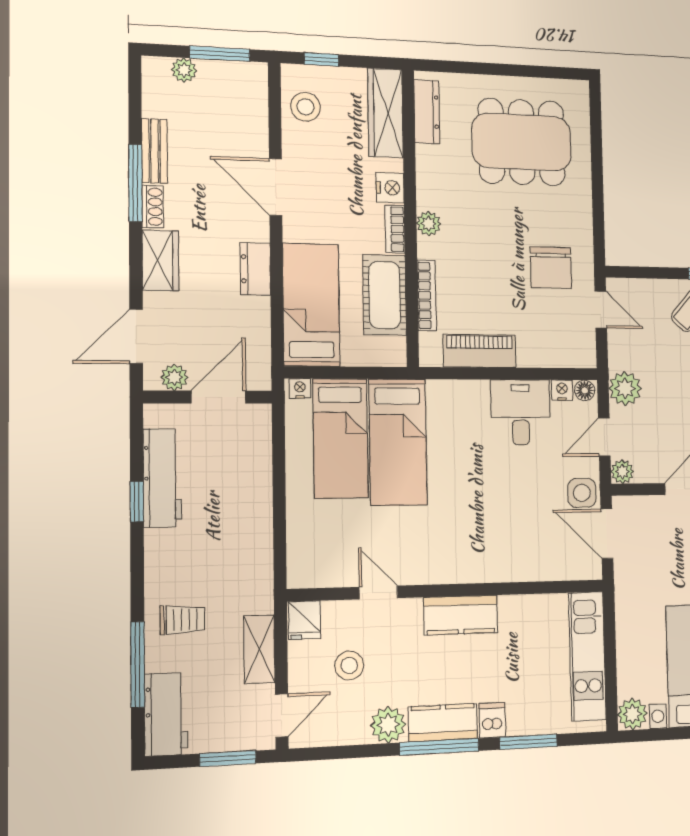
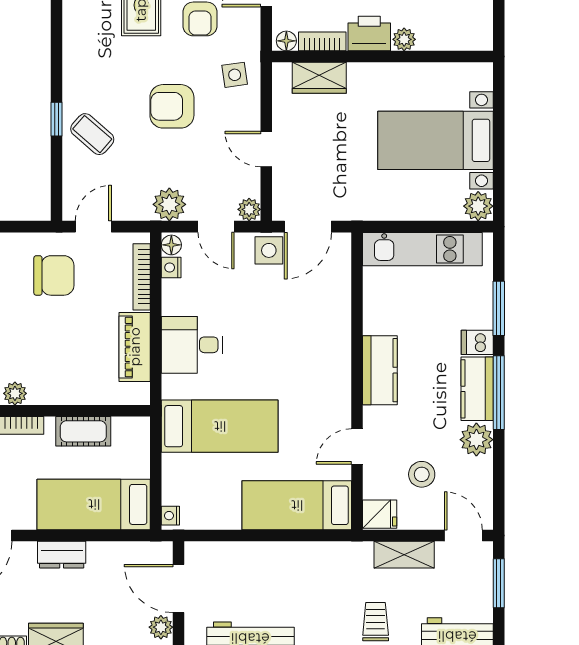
cot: (385, 295) -> (83, 431), width x0.73, depth x0.75
bookcase: (427, 295) -> (142, 277), moved, turned -90
desk: (521, 412) -> (192, 345), moved
bed: (341, 438) -> (297, 505), moved, turned 180

